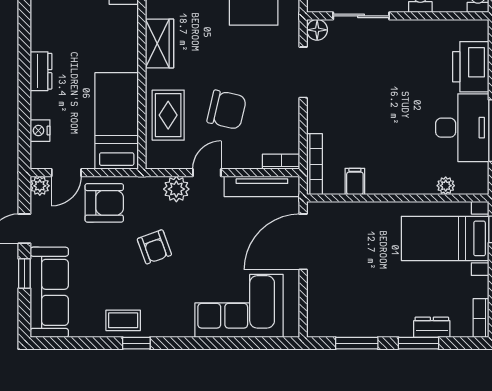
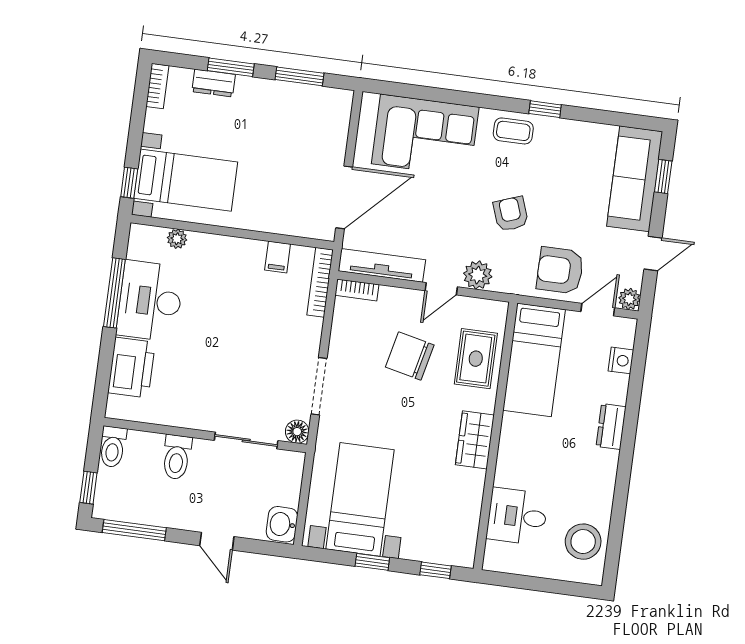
window: (24, 274) -> (663, 177), moved
coffee table: (123, 320) -> (513, 131), moved

